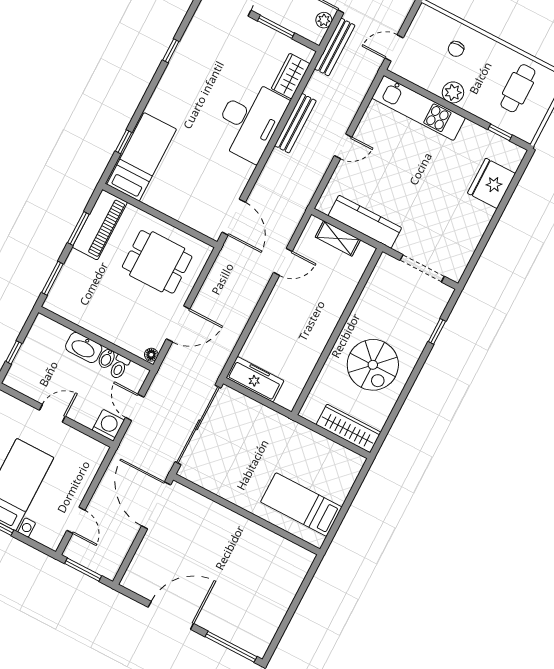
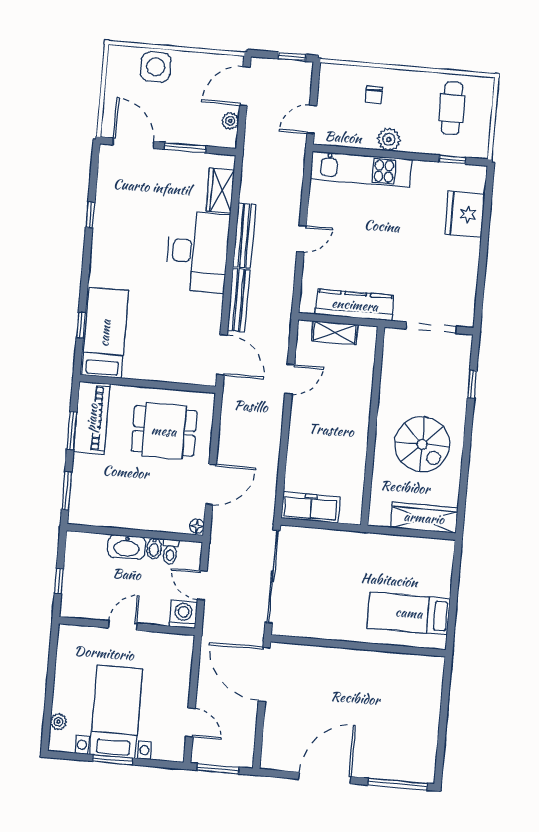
bench: (335, 47) -> (239, 300), moved

